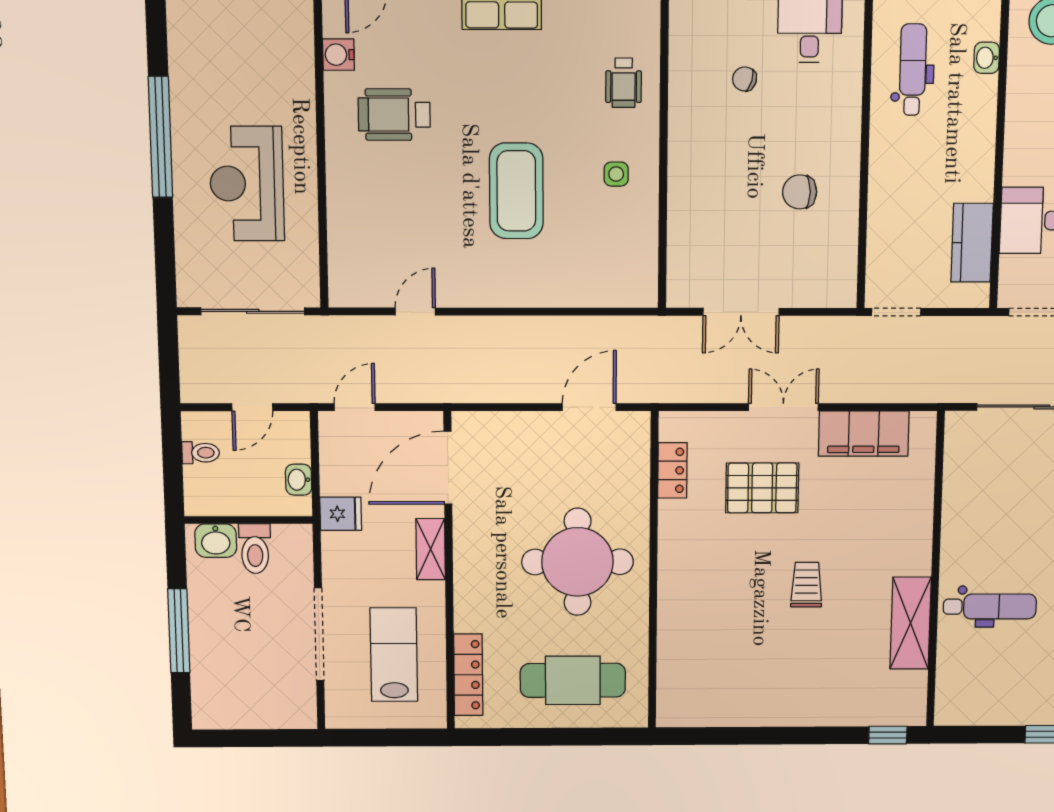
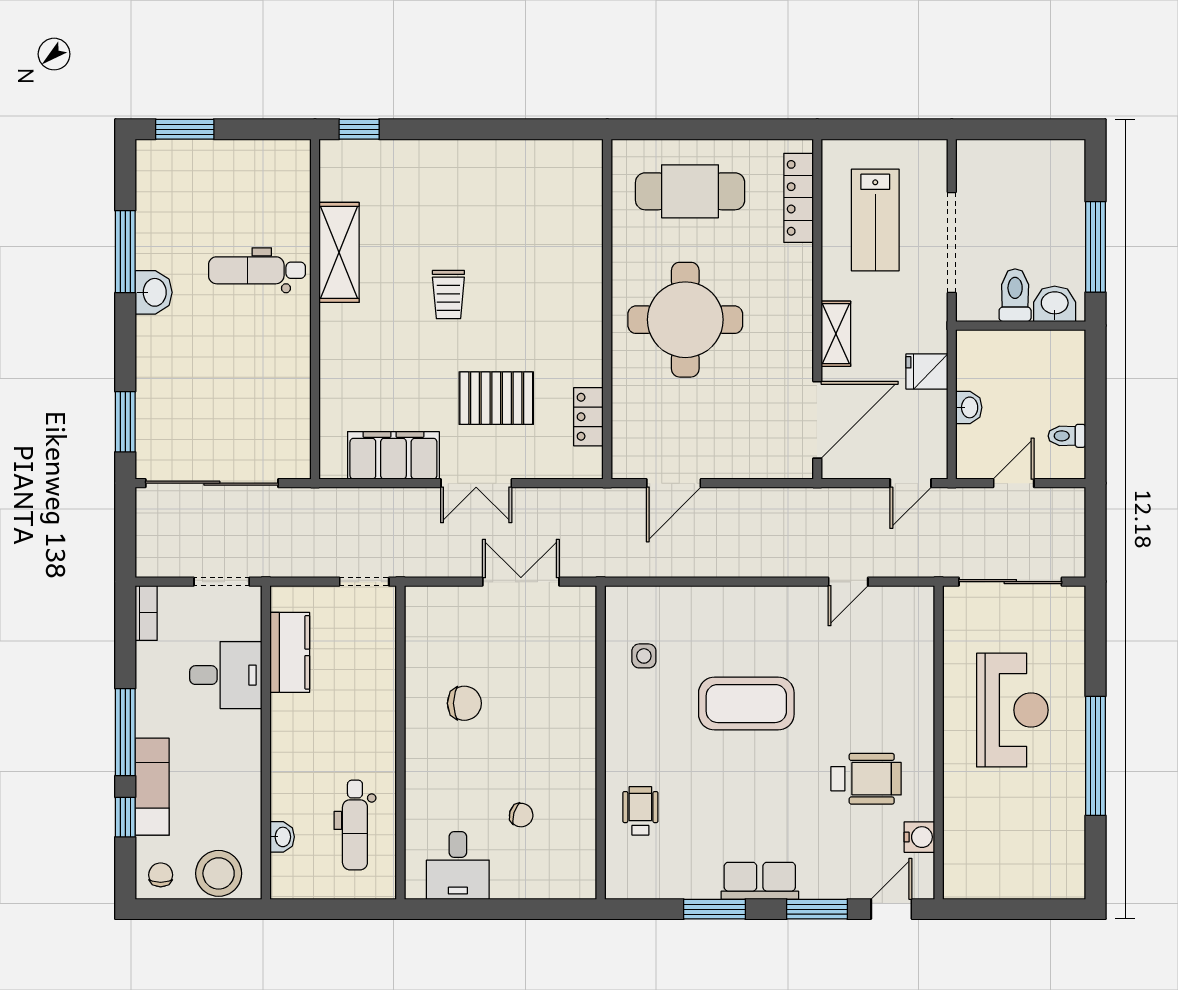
side table: (616, 174) -> (644, 656), moved
coffee table: (516, 191) -> (746, 704), turned 90
wall: (249, 520) -> (1021, 326), moved
washbasin: (216, 541) -> (1055, 304), moved
toilet: (255, 549) -> (1015, 295), moved

